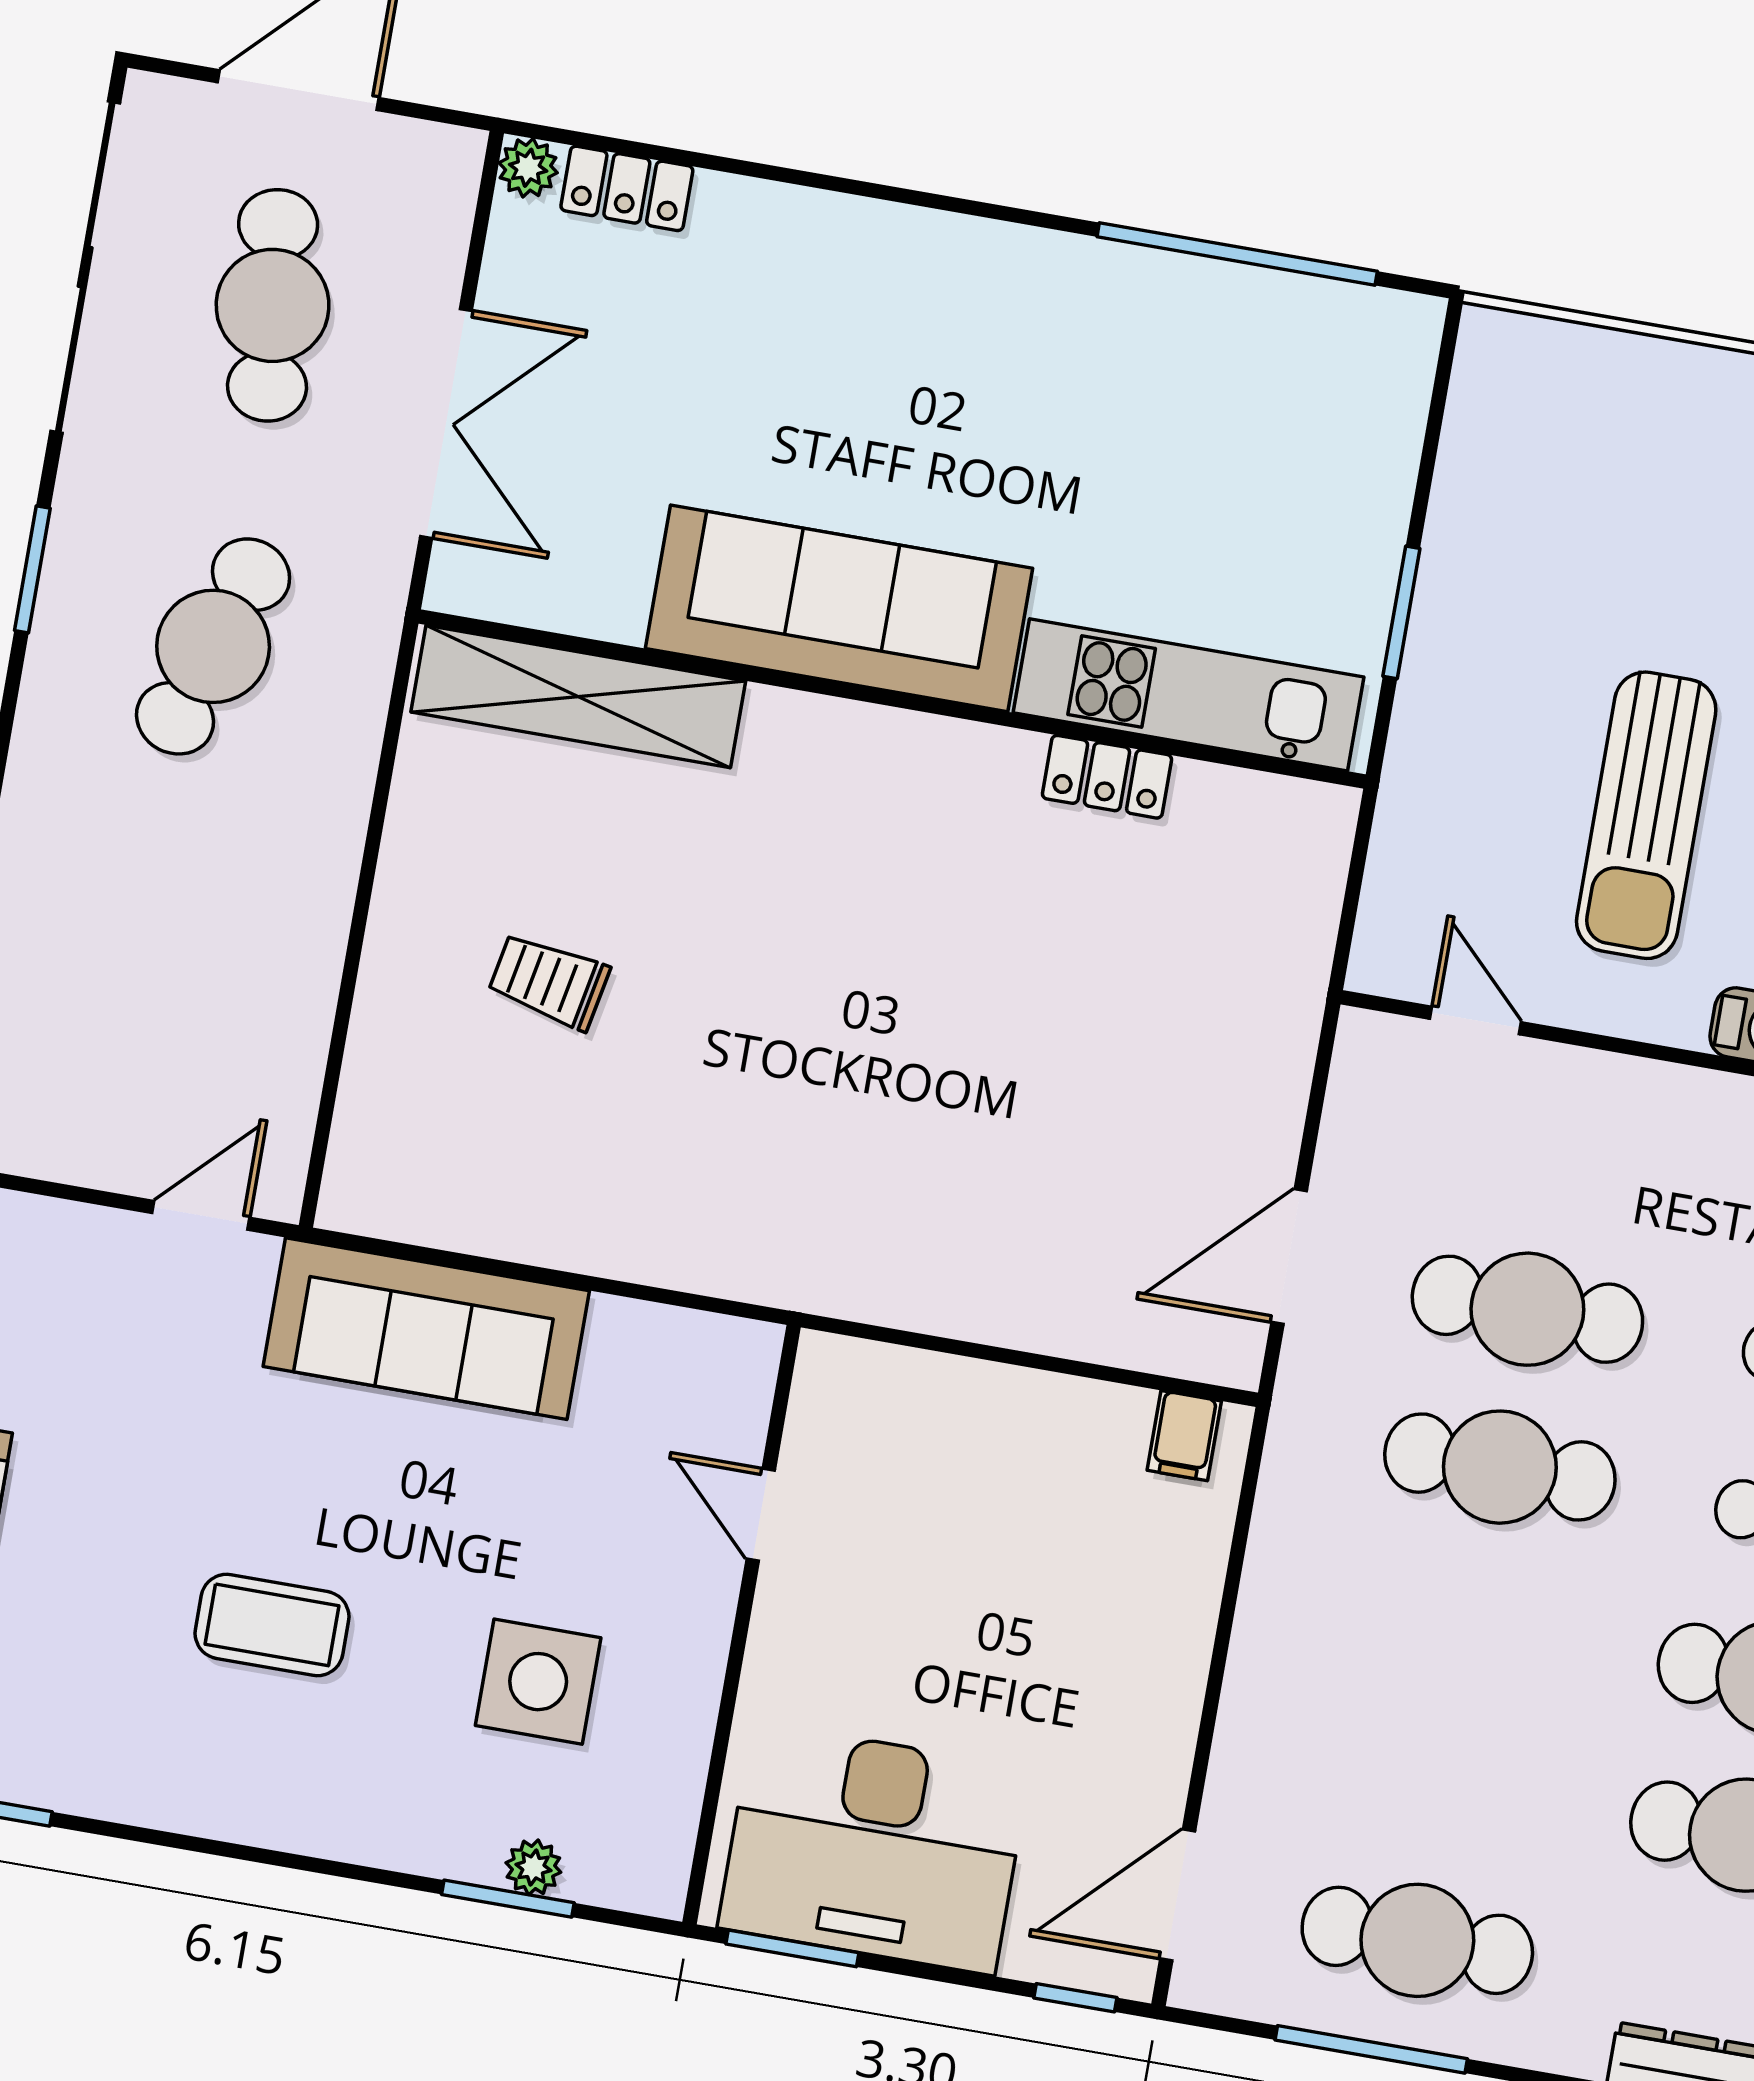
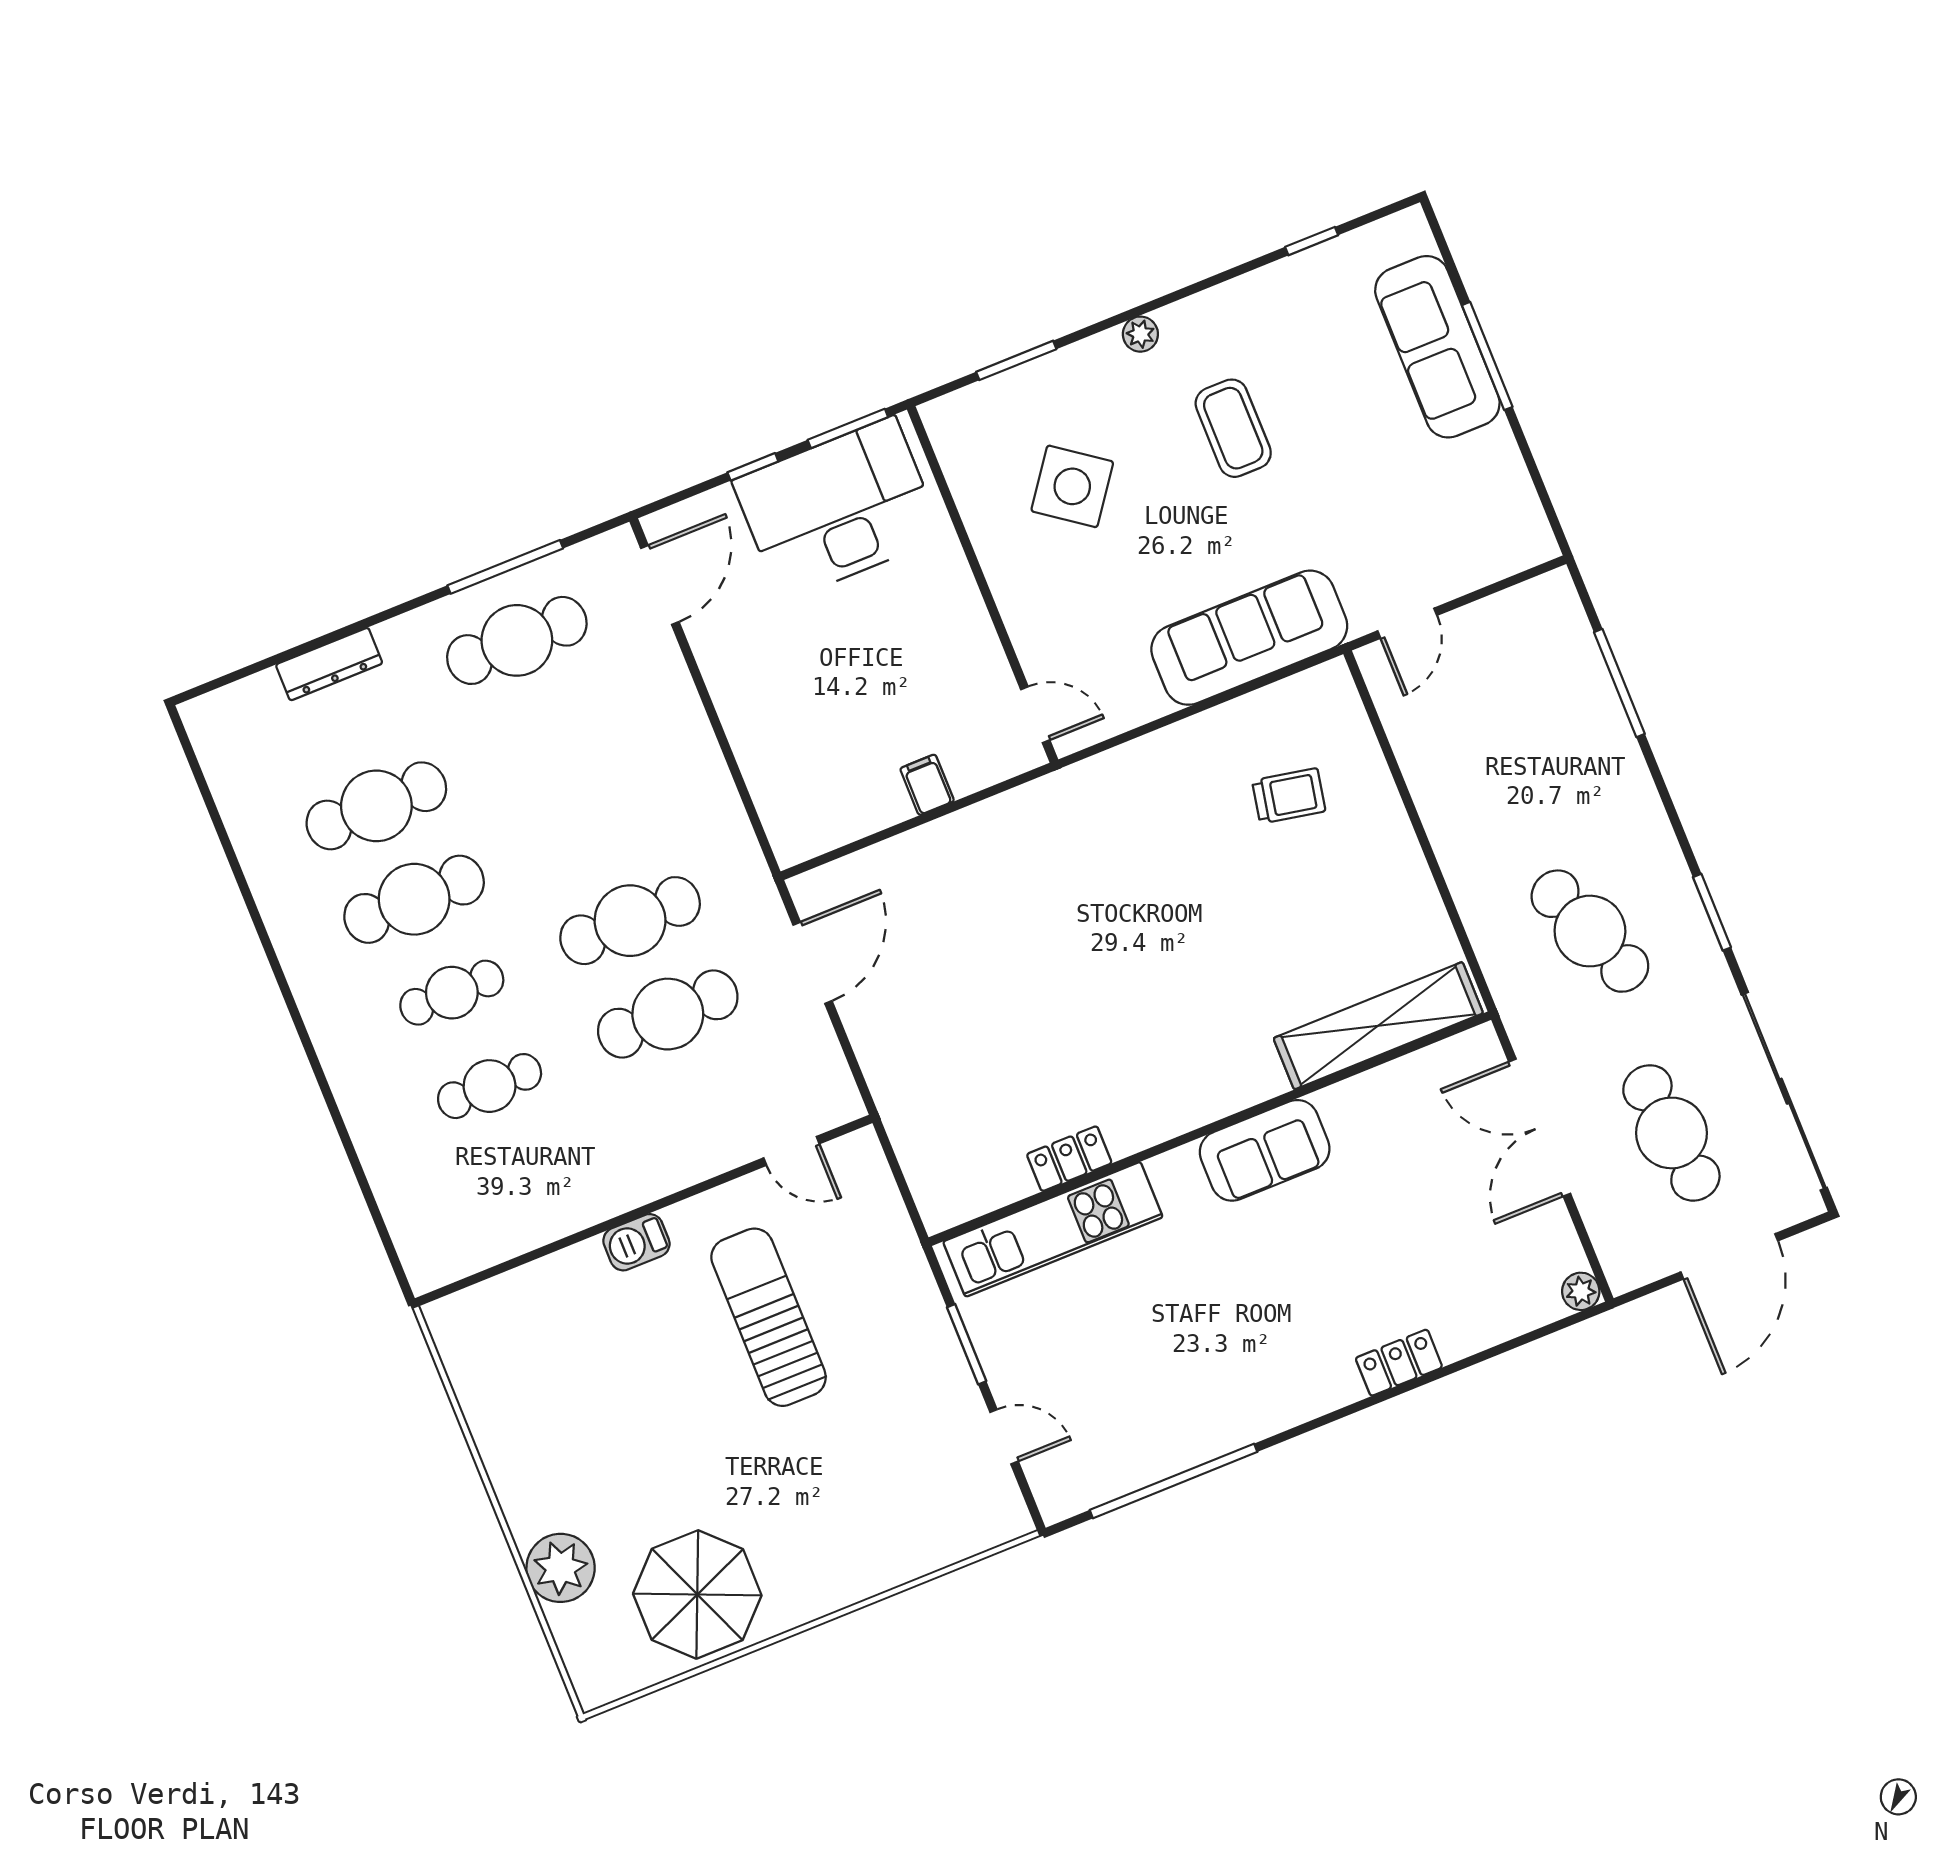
locker: (627, 188) -> (1399, 1363), moved
door: (1429, 456) -> (1004, 1437), added
sofa: (839, 608) -> (1265, 1150), width x0.54, depth x0.79
cafe table: (213, 646) -> (1590, 931), turned -39
trolley: (549, 981) -> (1289, 796), moved
filing cabinet: (1184, 1436) -> (927, 785), moved
door: (761, 1515) -> (1035, 715), moved
coffee table: (272, 1625) -> (1233, 428), turned 90
side table: (538, 1682) -> (1072, 486), turned 36
plant: (533, 1867) -> (1140, 334), moved
window: (1075, 1998) -> (753, 467), moved

